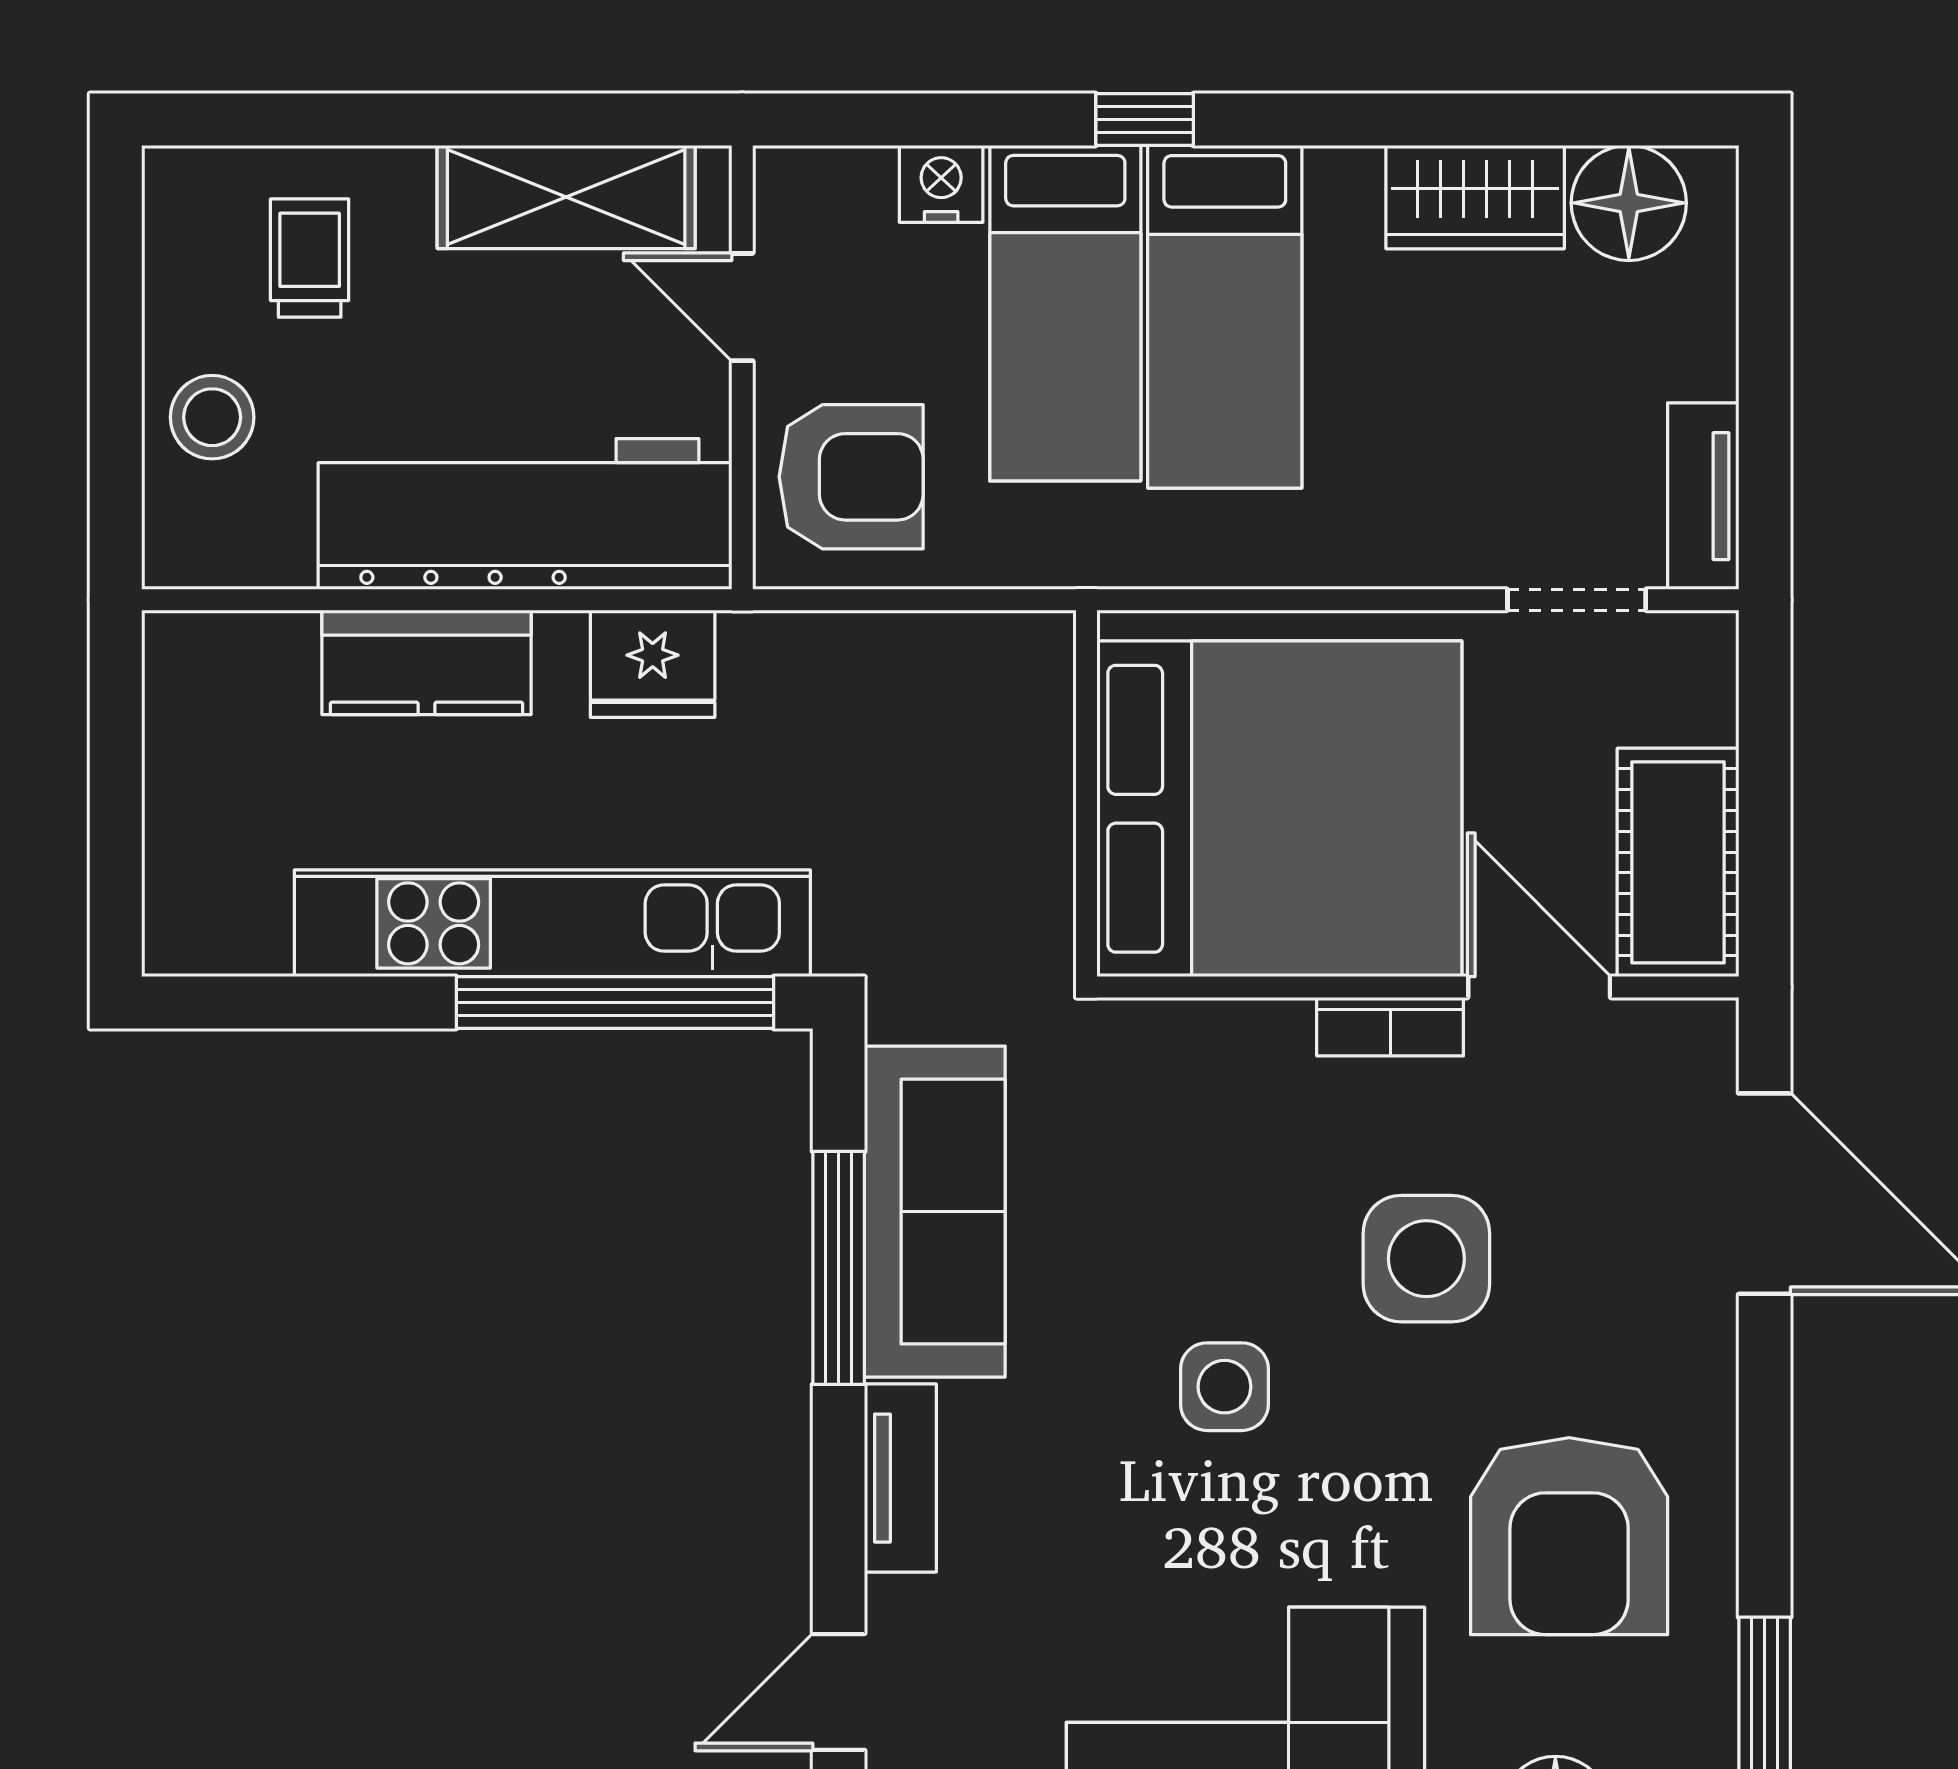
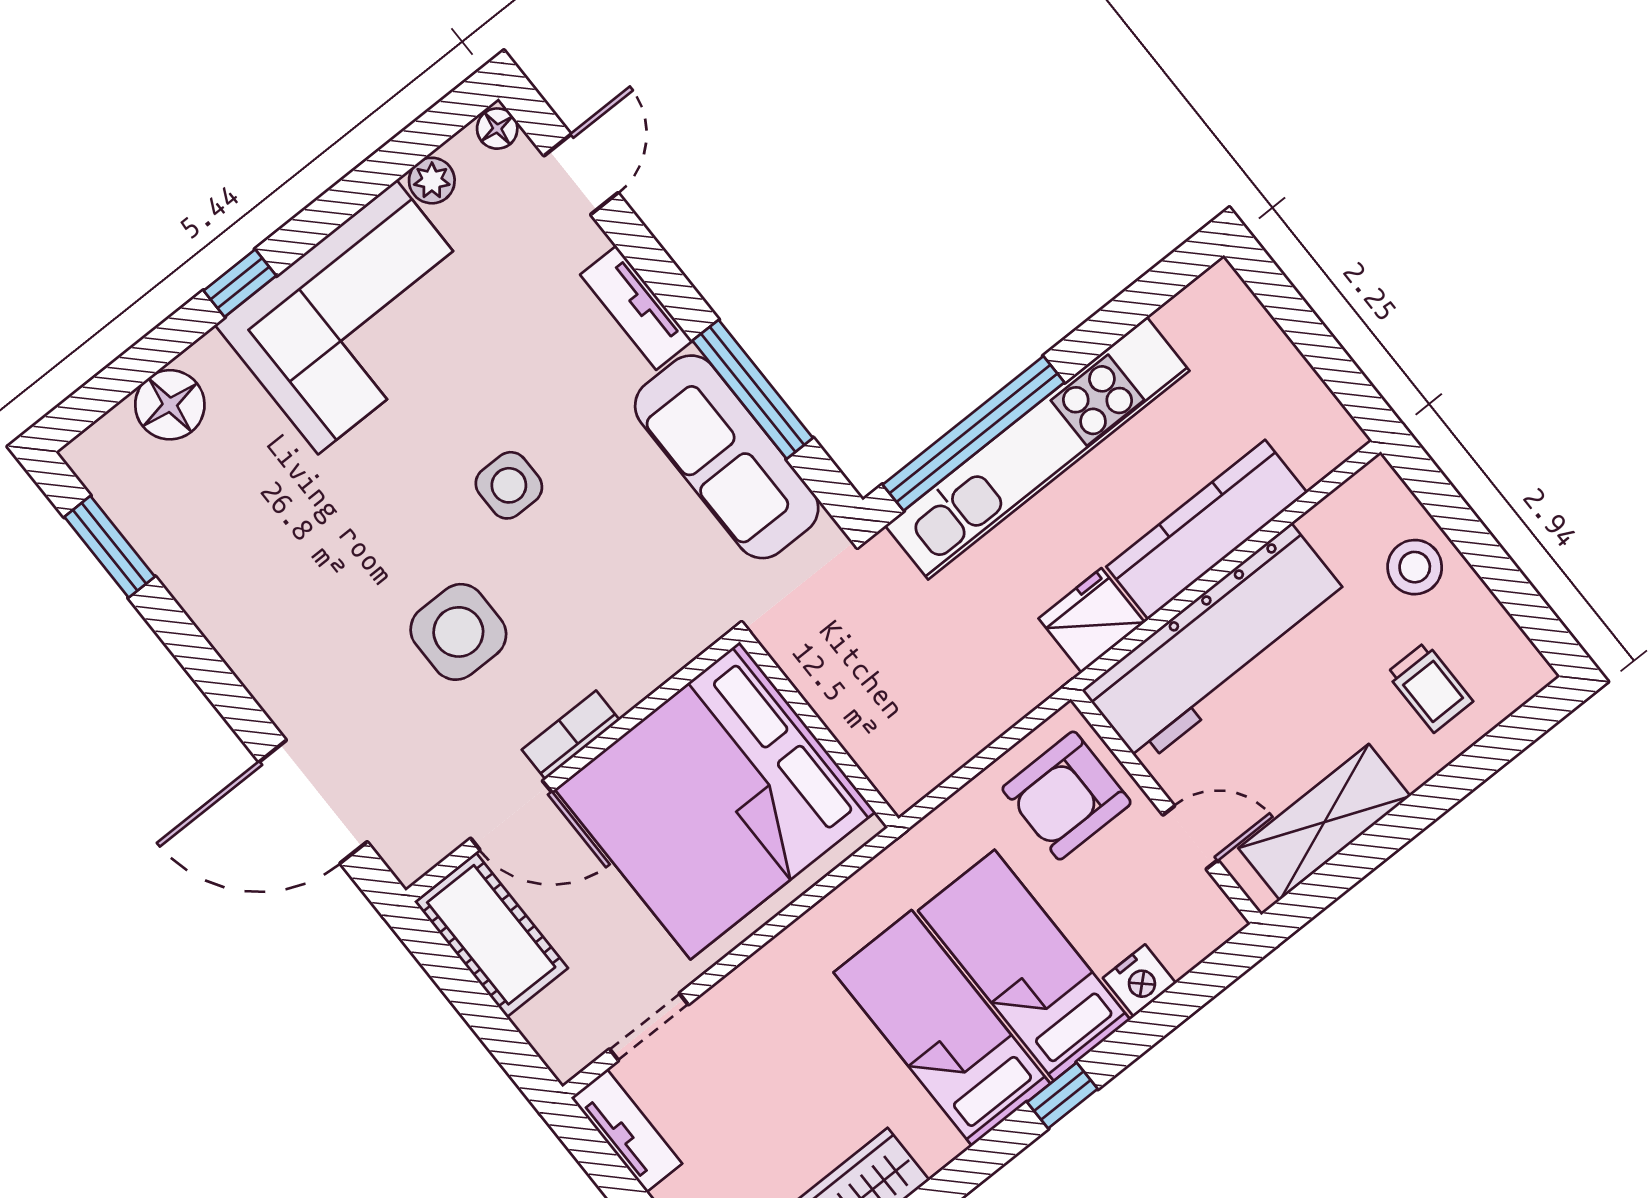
kitchen counter: (427, 662) -> (1207, 530), width x1.50
armchair: (1569, 1536) -> (274, 549), removed

